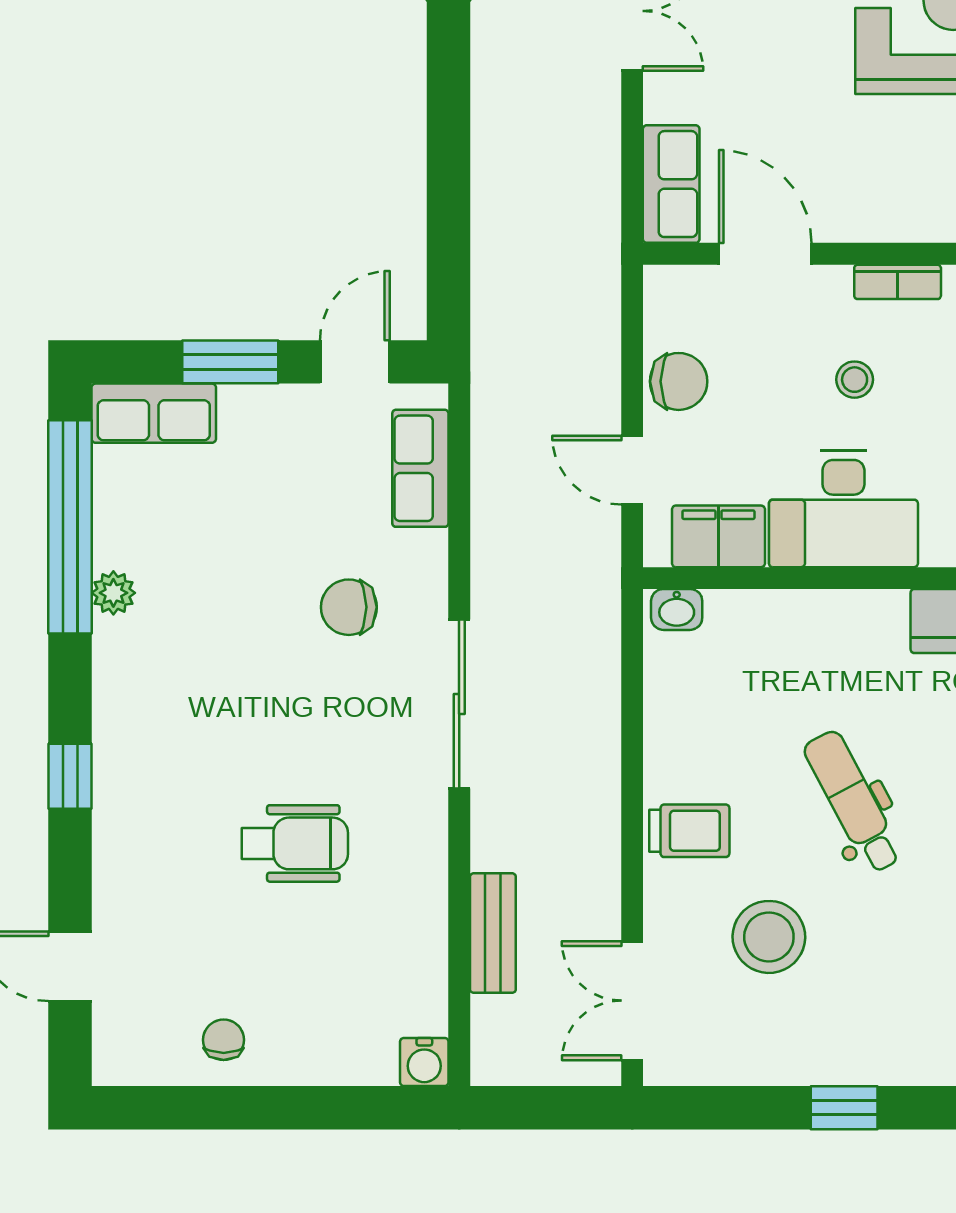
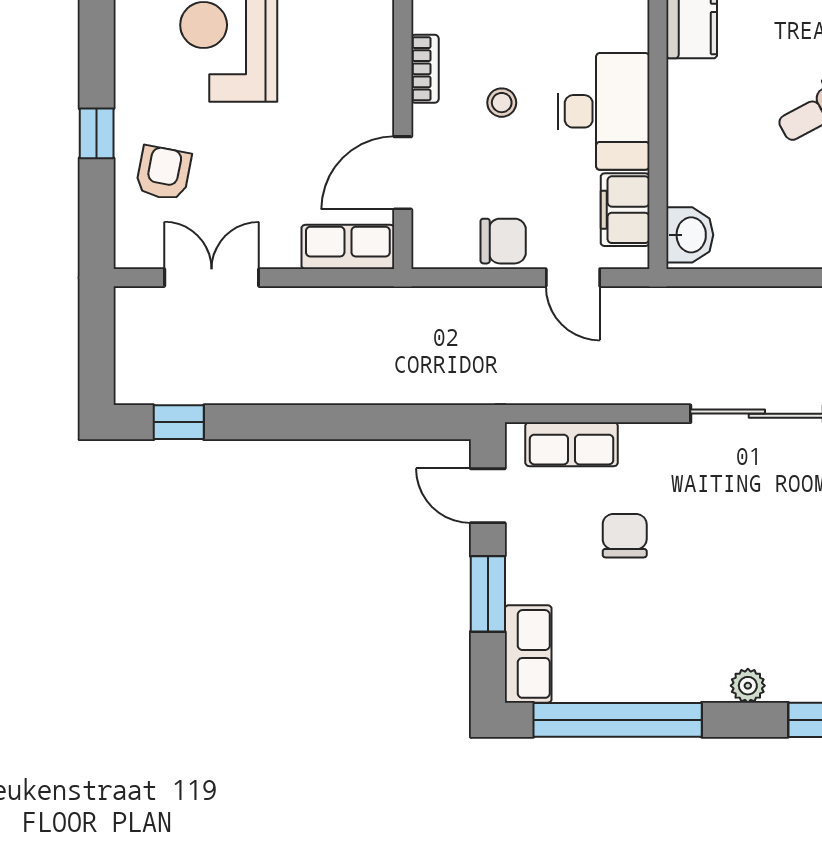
chair: (679, 381) -> (503, 241), turned 90
door: (632, 470) -> (573, 278), hinge flipped
plant: (113, 593) -> (748, 686), moved
chair: (349, 607) -> (625, 536), moved, turned 180
washbasin: (677, 609) -> (690, 235), width x1.38, depth x1.45

